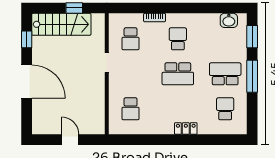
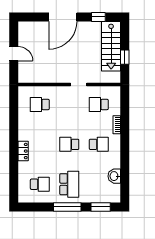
washbasin: (229, 20) -> (114, 176), moved
school desk: (178, 74) -> (69, 144), width x0.54
door: (70, 140) -> (14, 54), hinge flipped

